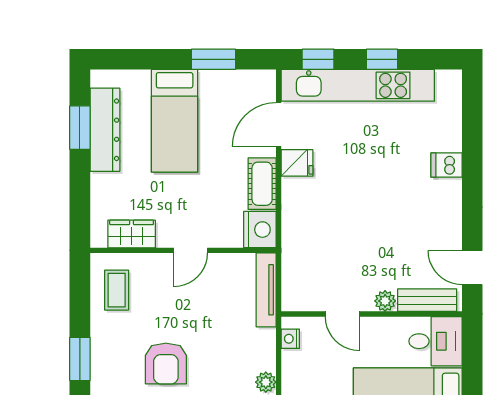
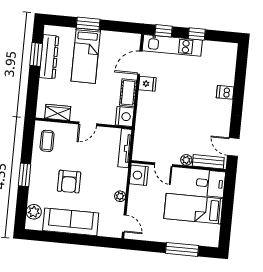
window: (213, 59) -> (88, 24), moved
kitchen unit: (358, 85) -> (172, 45), width x0.73
nightstand: (290, 339) -> (139, 175), width x1.89, depth x1.79

